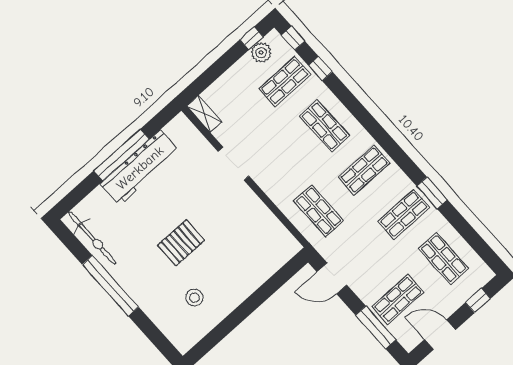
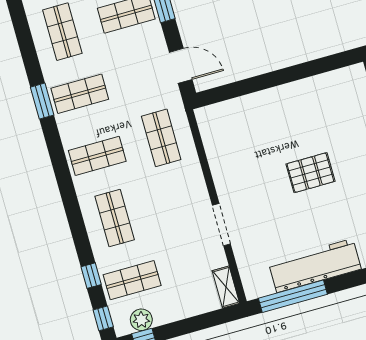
window: (122, 155) -> (293, 296), moved
stool: (194, 298) -> (324, 113), removed

